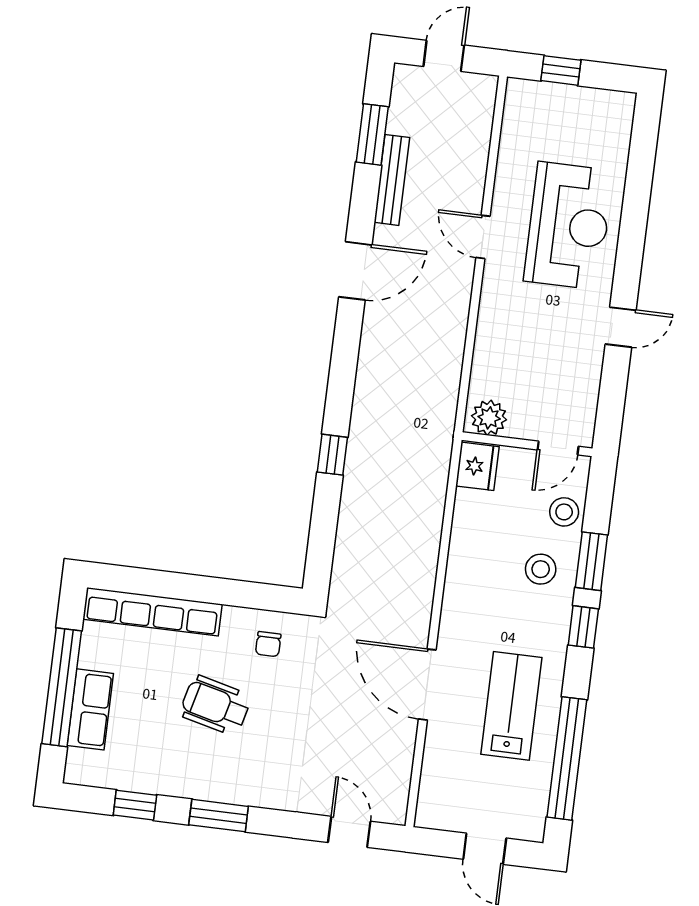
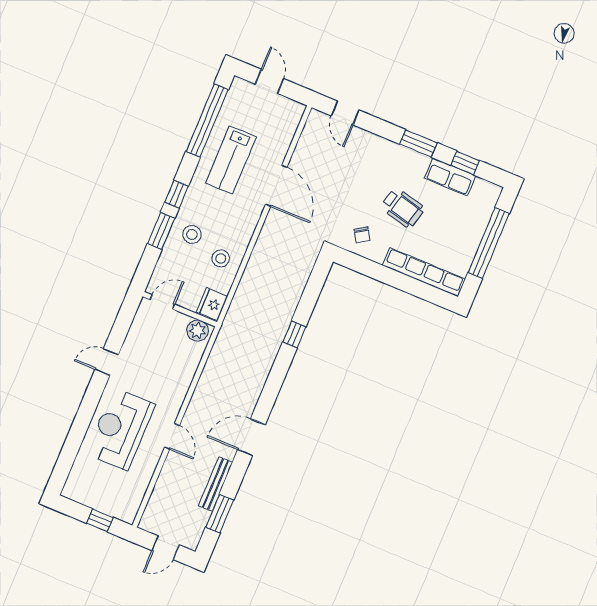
stool: (564, 512) -> (221, 258), moved
chair: (268, 644) -> (362, 235), turned 147
row of seats: (90, 709) -> (450, 177), moved, turned -90

